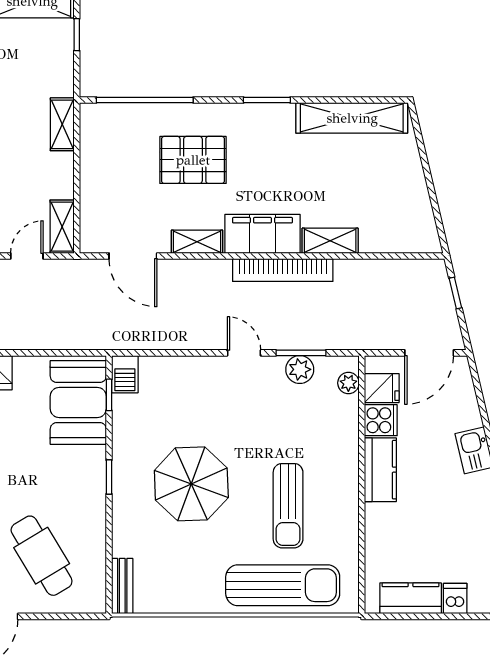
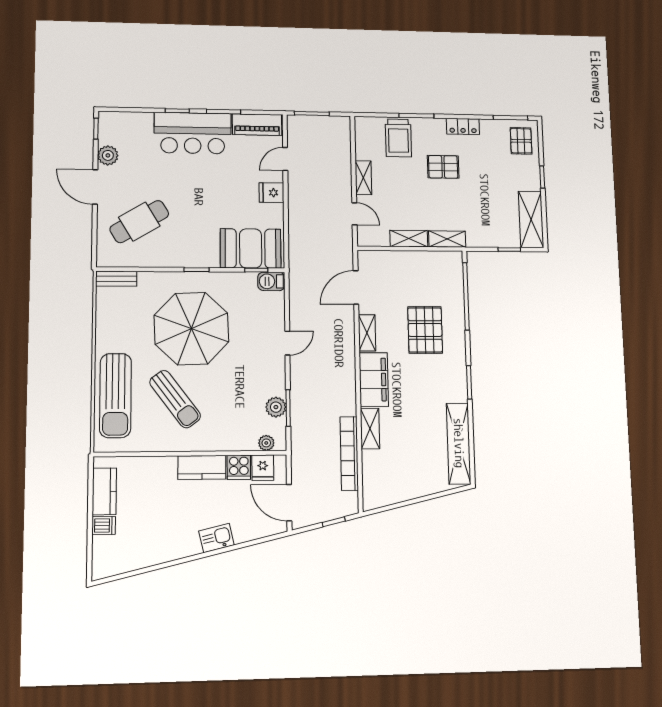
shelving: (62, 227) -> (409, 239), moved
bookcase: (283, 270) -> (349, 453), moved
door: (244, 353) -> (287, 343), moved
parasol: (191, 484) -> (191, 329), width x1.36, depth x1.36
sun lounger: (288, 506) -> (175, 399), turned -127

